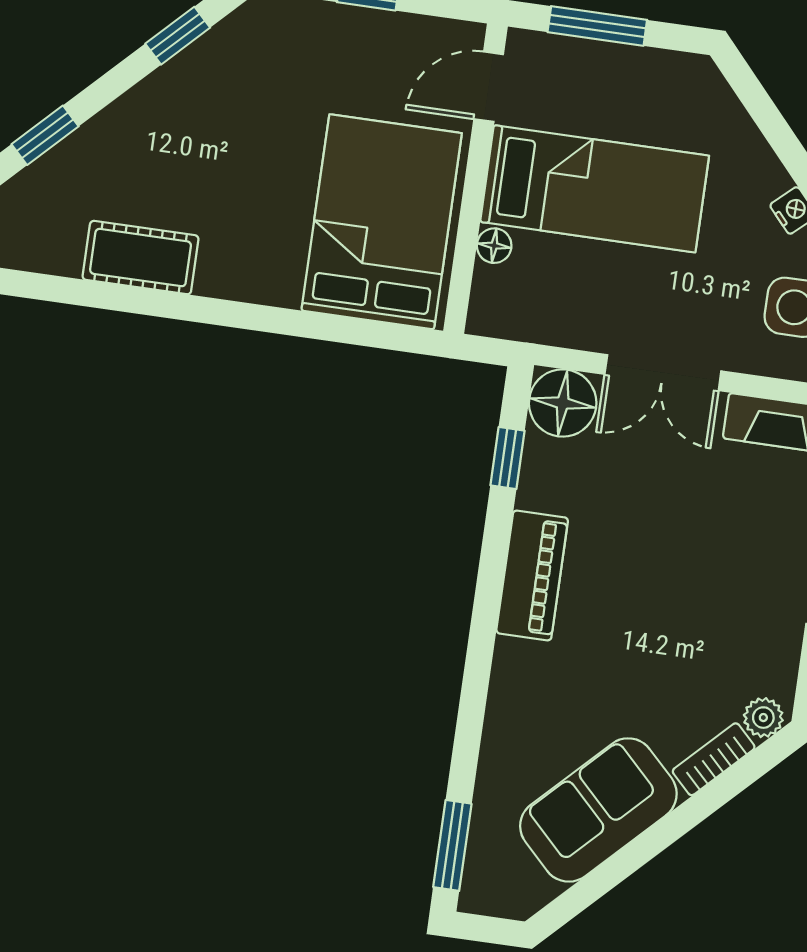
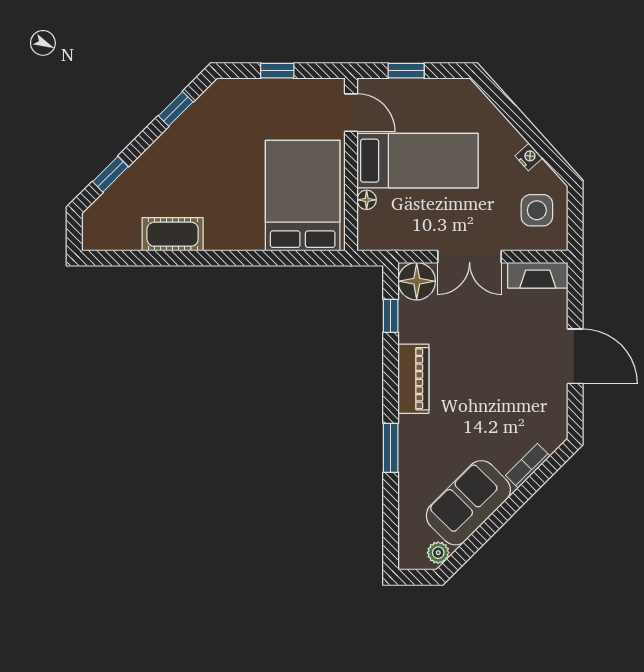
window: (597, 26) -> (406, 71), width x0.67
door: (489, 87) -> (351, 113), swing flipped
plant: (763, 718) -> (438, 553), moved
window: (452, 845) -> (391, 448), moved

